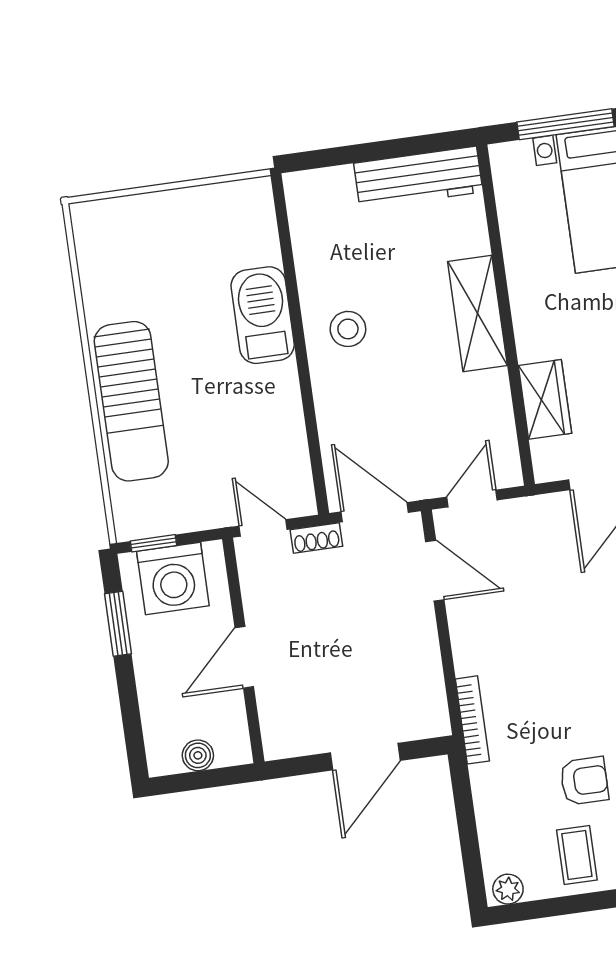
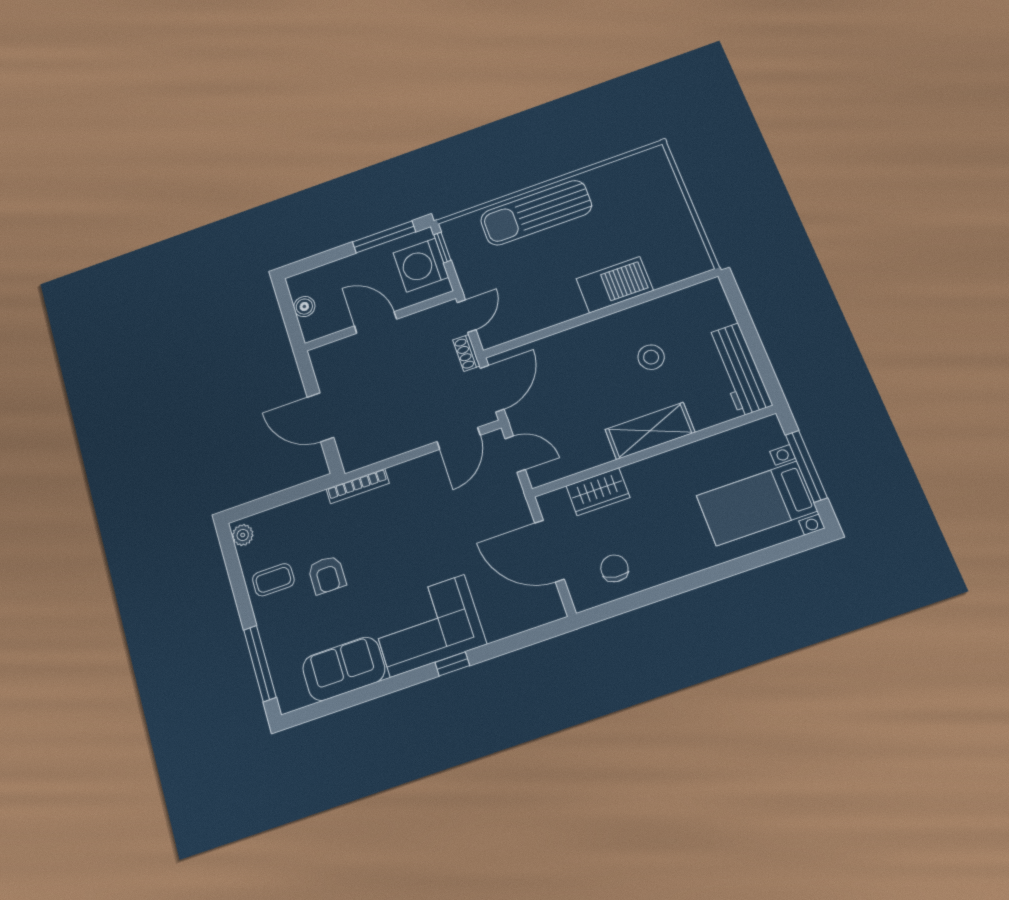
stool: (348, 329) -> (651, 357), moved
window: (118, 624) -> (384, 237), width x1.44

